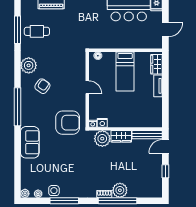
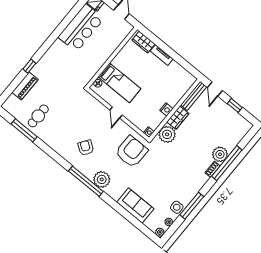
plant: (29, 65) -> (102, 179), moved
bed: (125, 72) -> (119, 83), moved
door: (87, 87) -> (116, 113), swing flipped
nightstand: (102, 123) -> (166, 109), moved
sofa: (30, 142) -> (135, 206), moved

